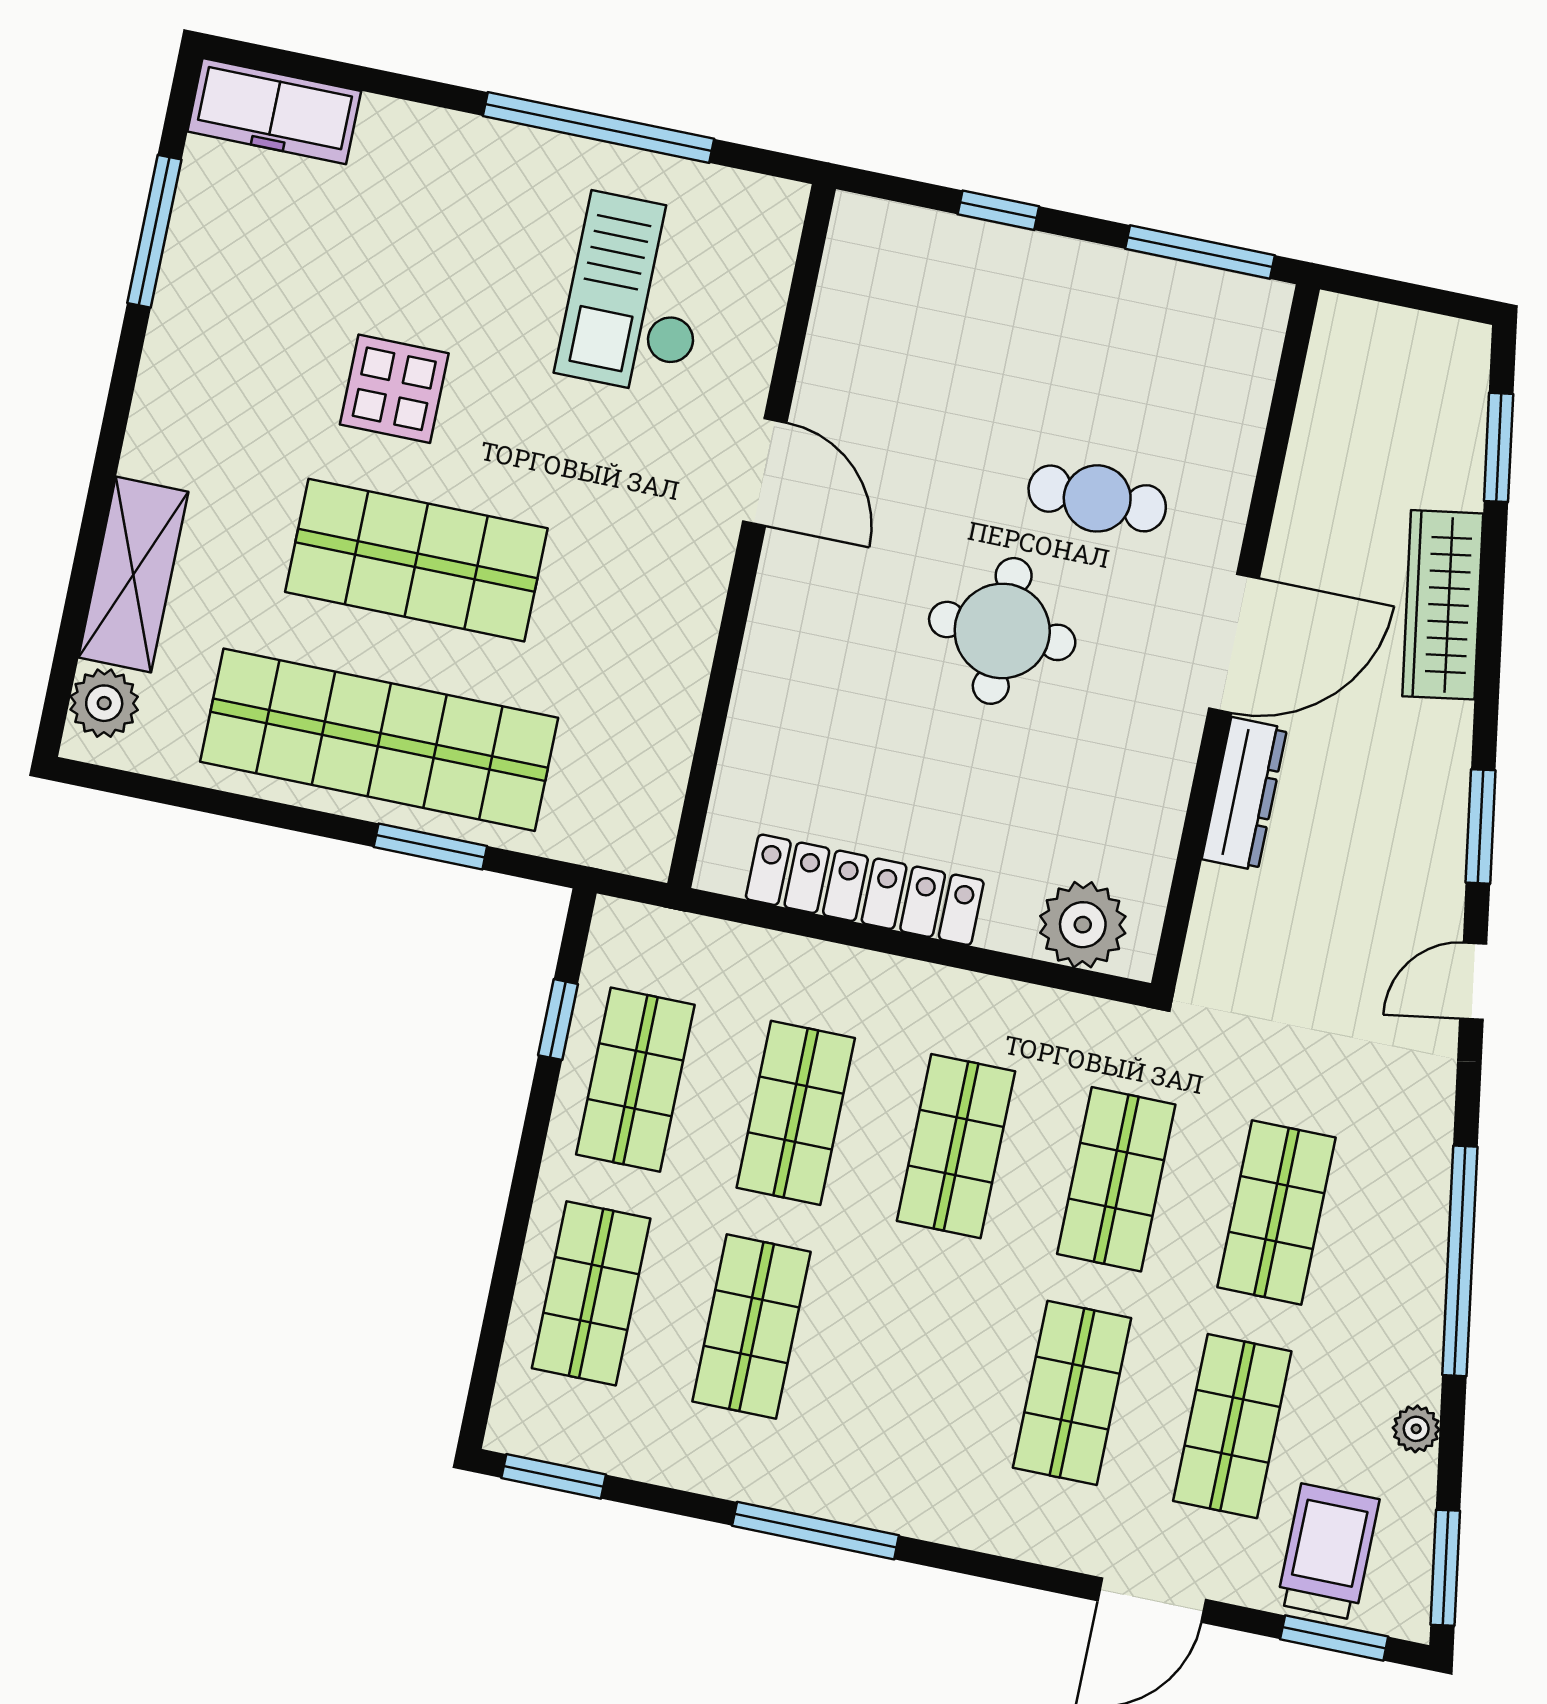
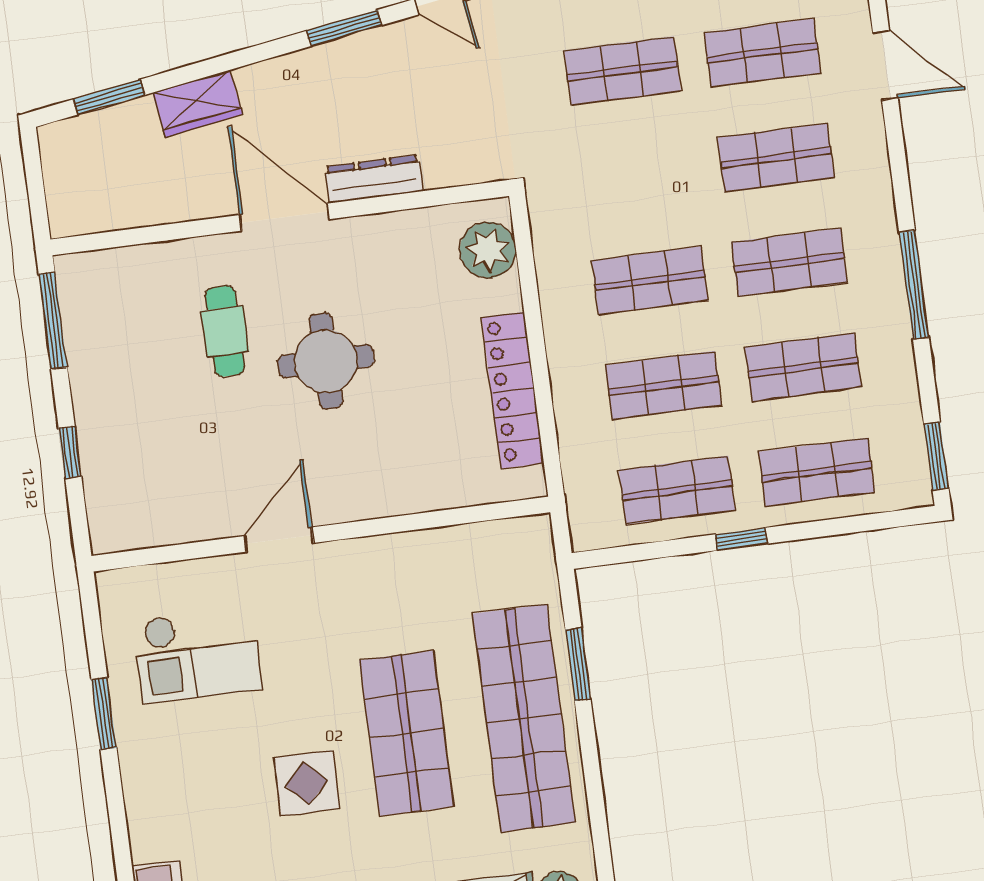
window: (599, 127) -> (104, 714), width x0.47
wardrobe: (1443, 605) -> (198, 104), width x0.67
window: (558, 1020) -> (741, 539), moved
shop shelf: (1116, 1179) -> (789, 262), moved

